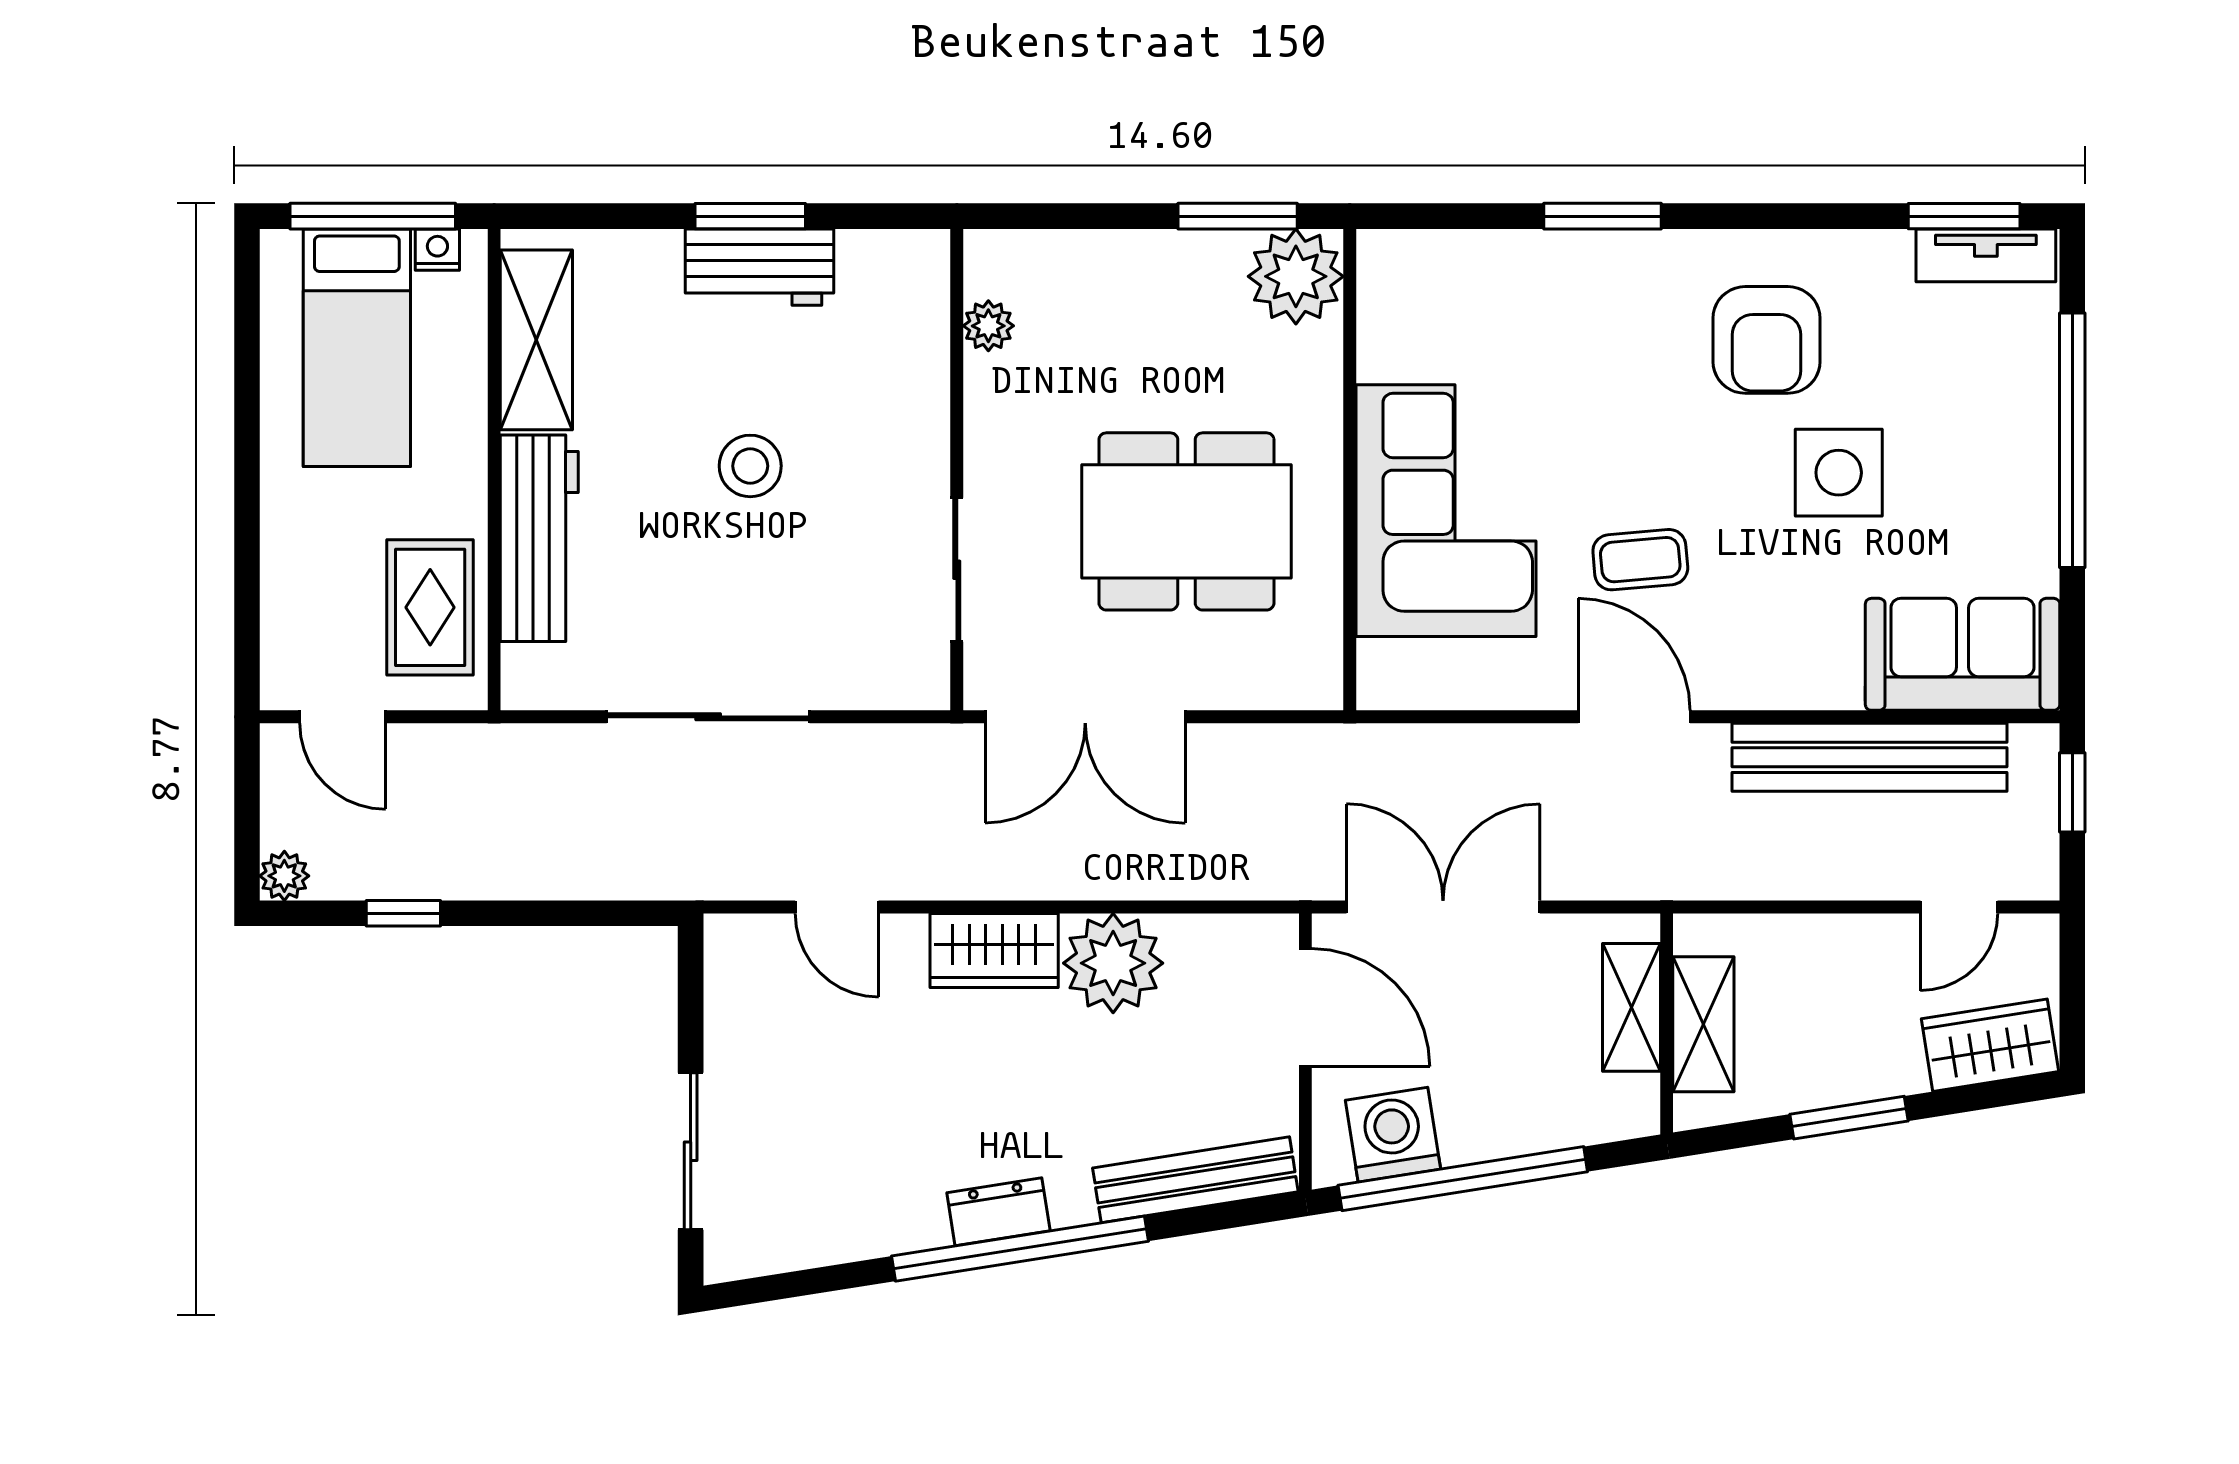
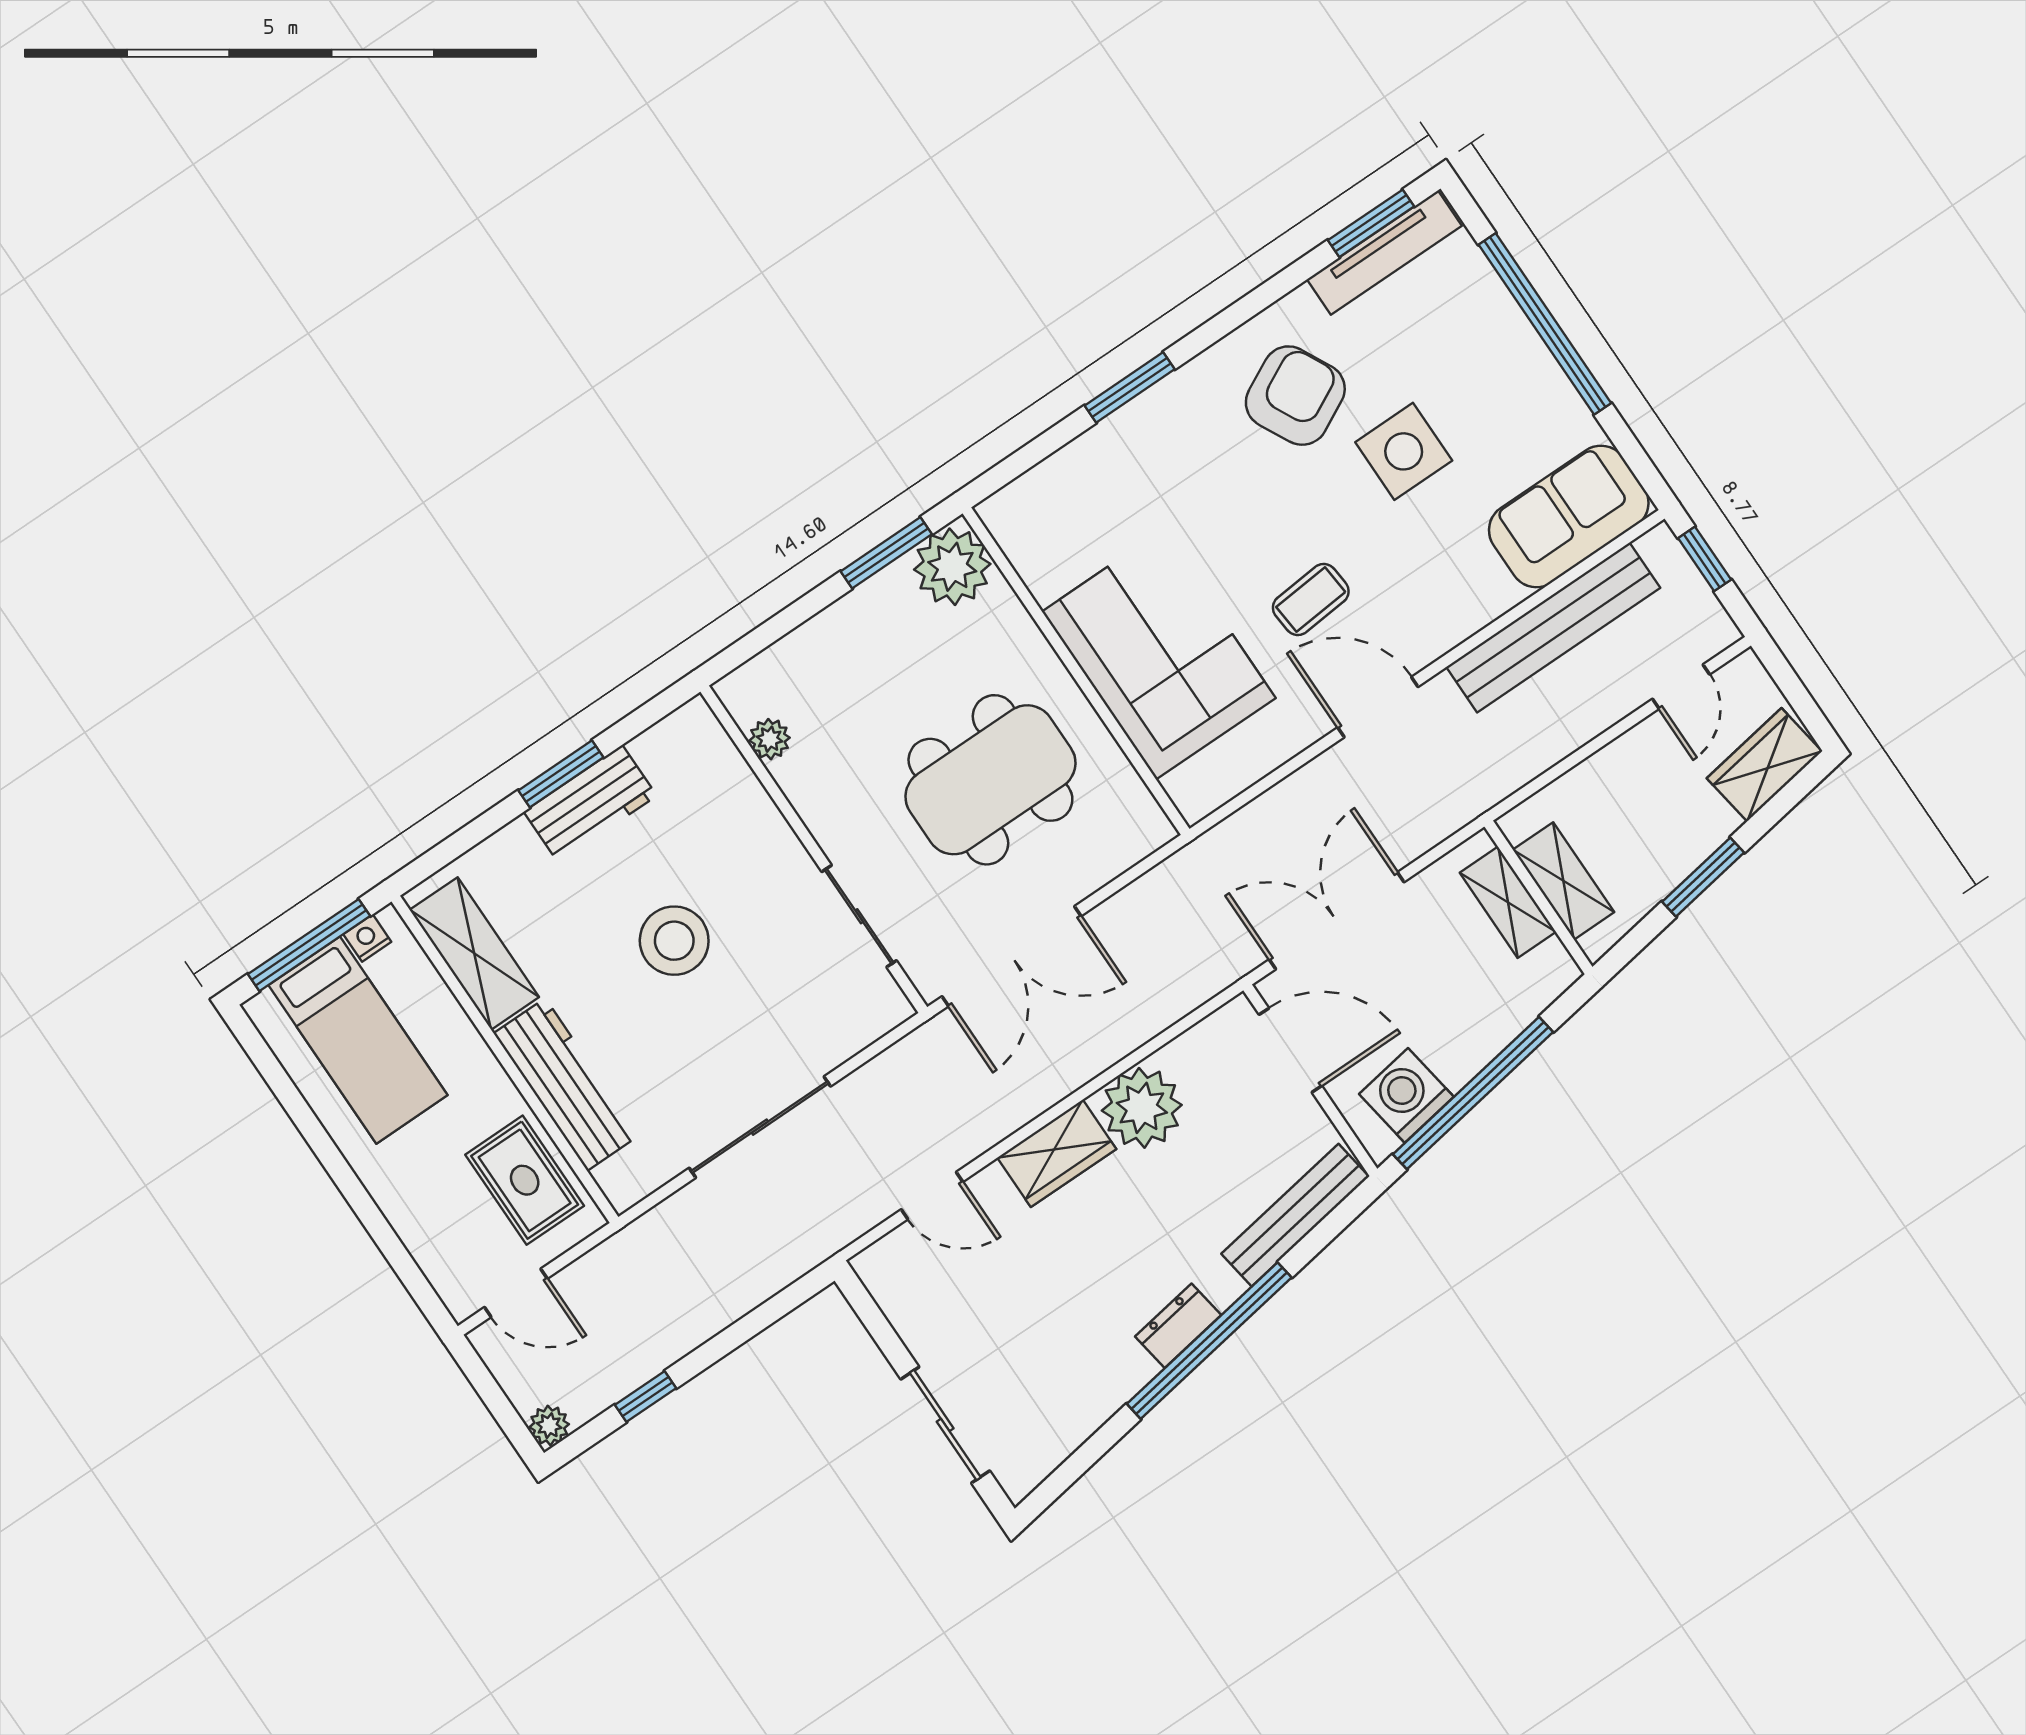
tv unit: (1986, 255) -> (1384, 253), width x1.41
armchair: (1767, 340) -> (1295, 396), turned -117
stool: (750, 466) -> (674, 941), width x1.38, depth x1.38

